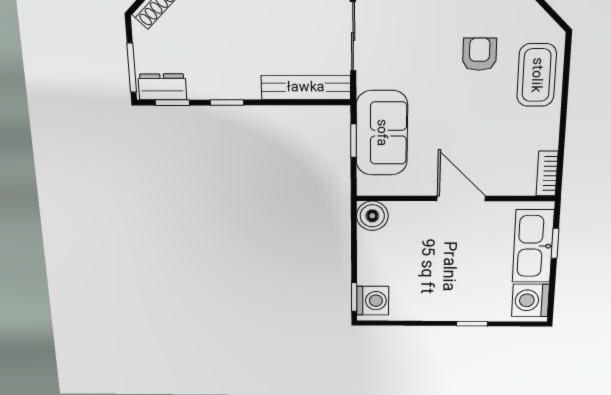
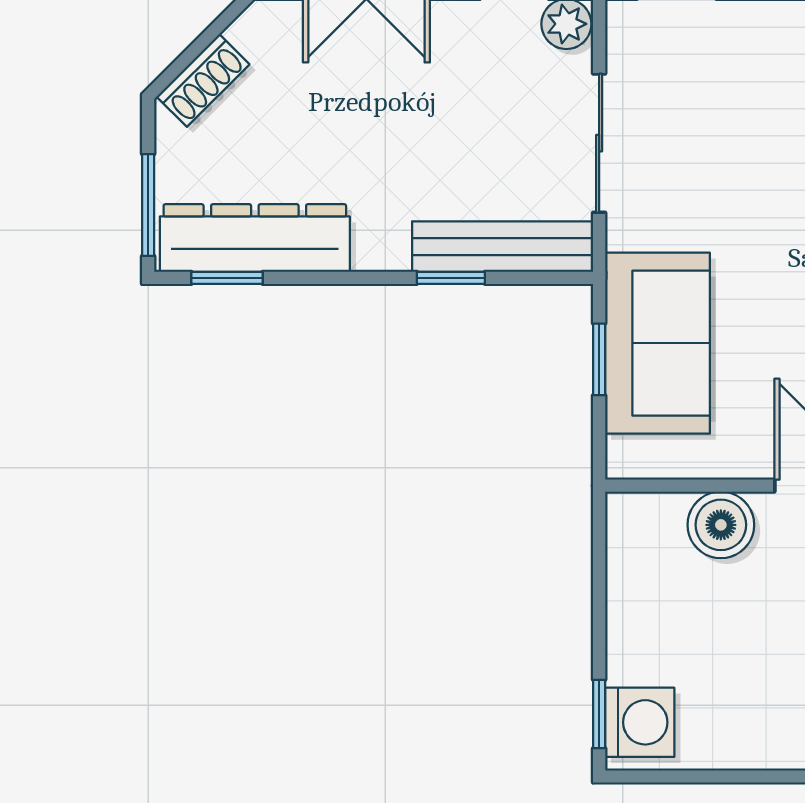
dresser: (162, 87) -> (255, 238), width x1.96, depth x1.24
window: (227, 103) -> (451, 278), moved
boiler: (372, 216) -> (721, 525), moved

